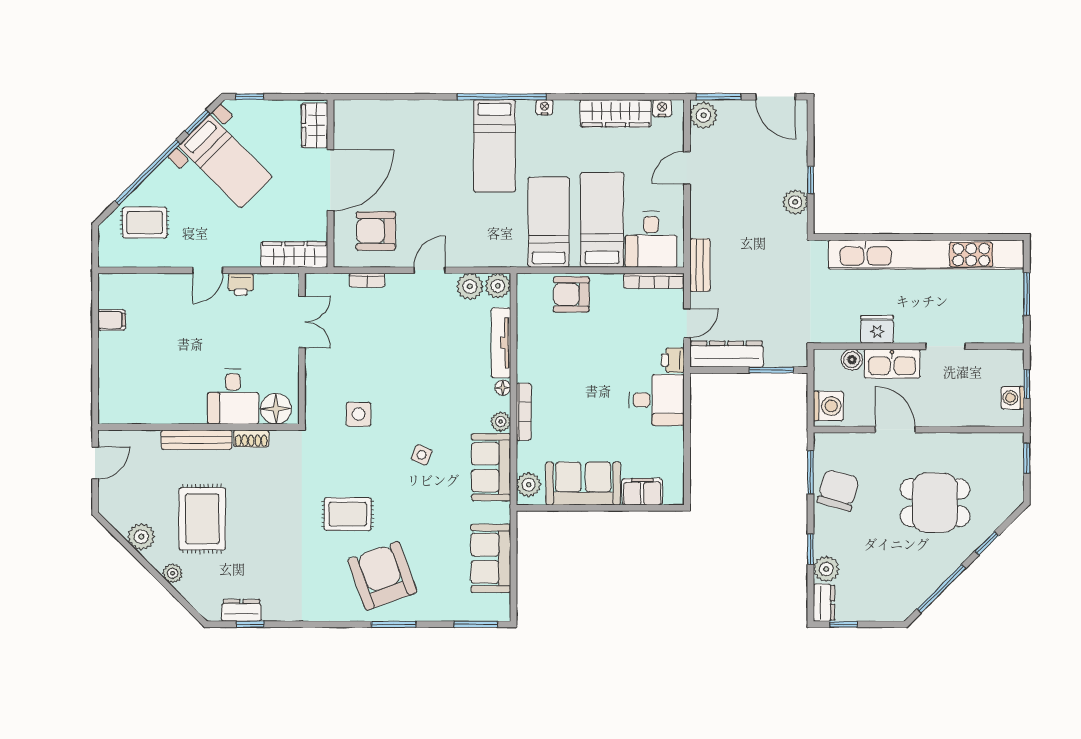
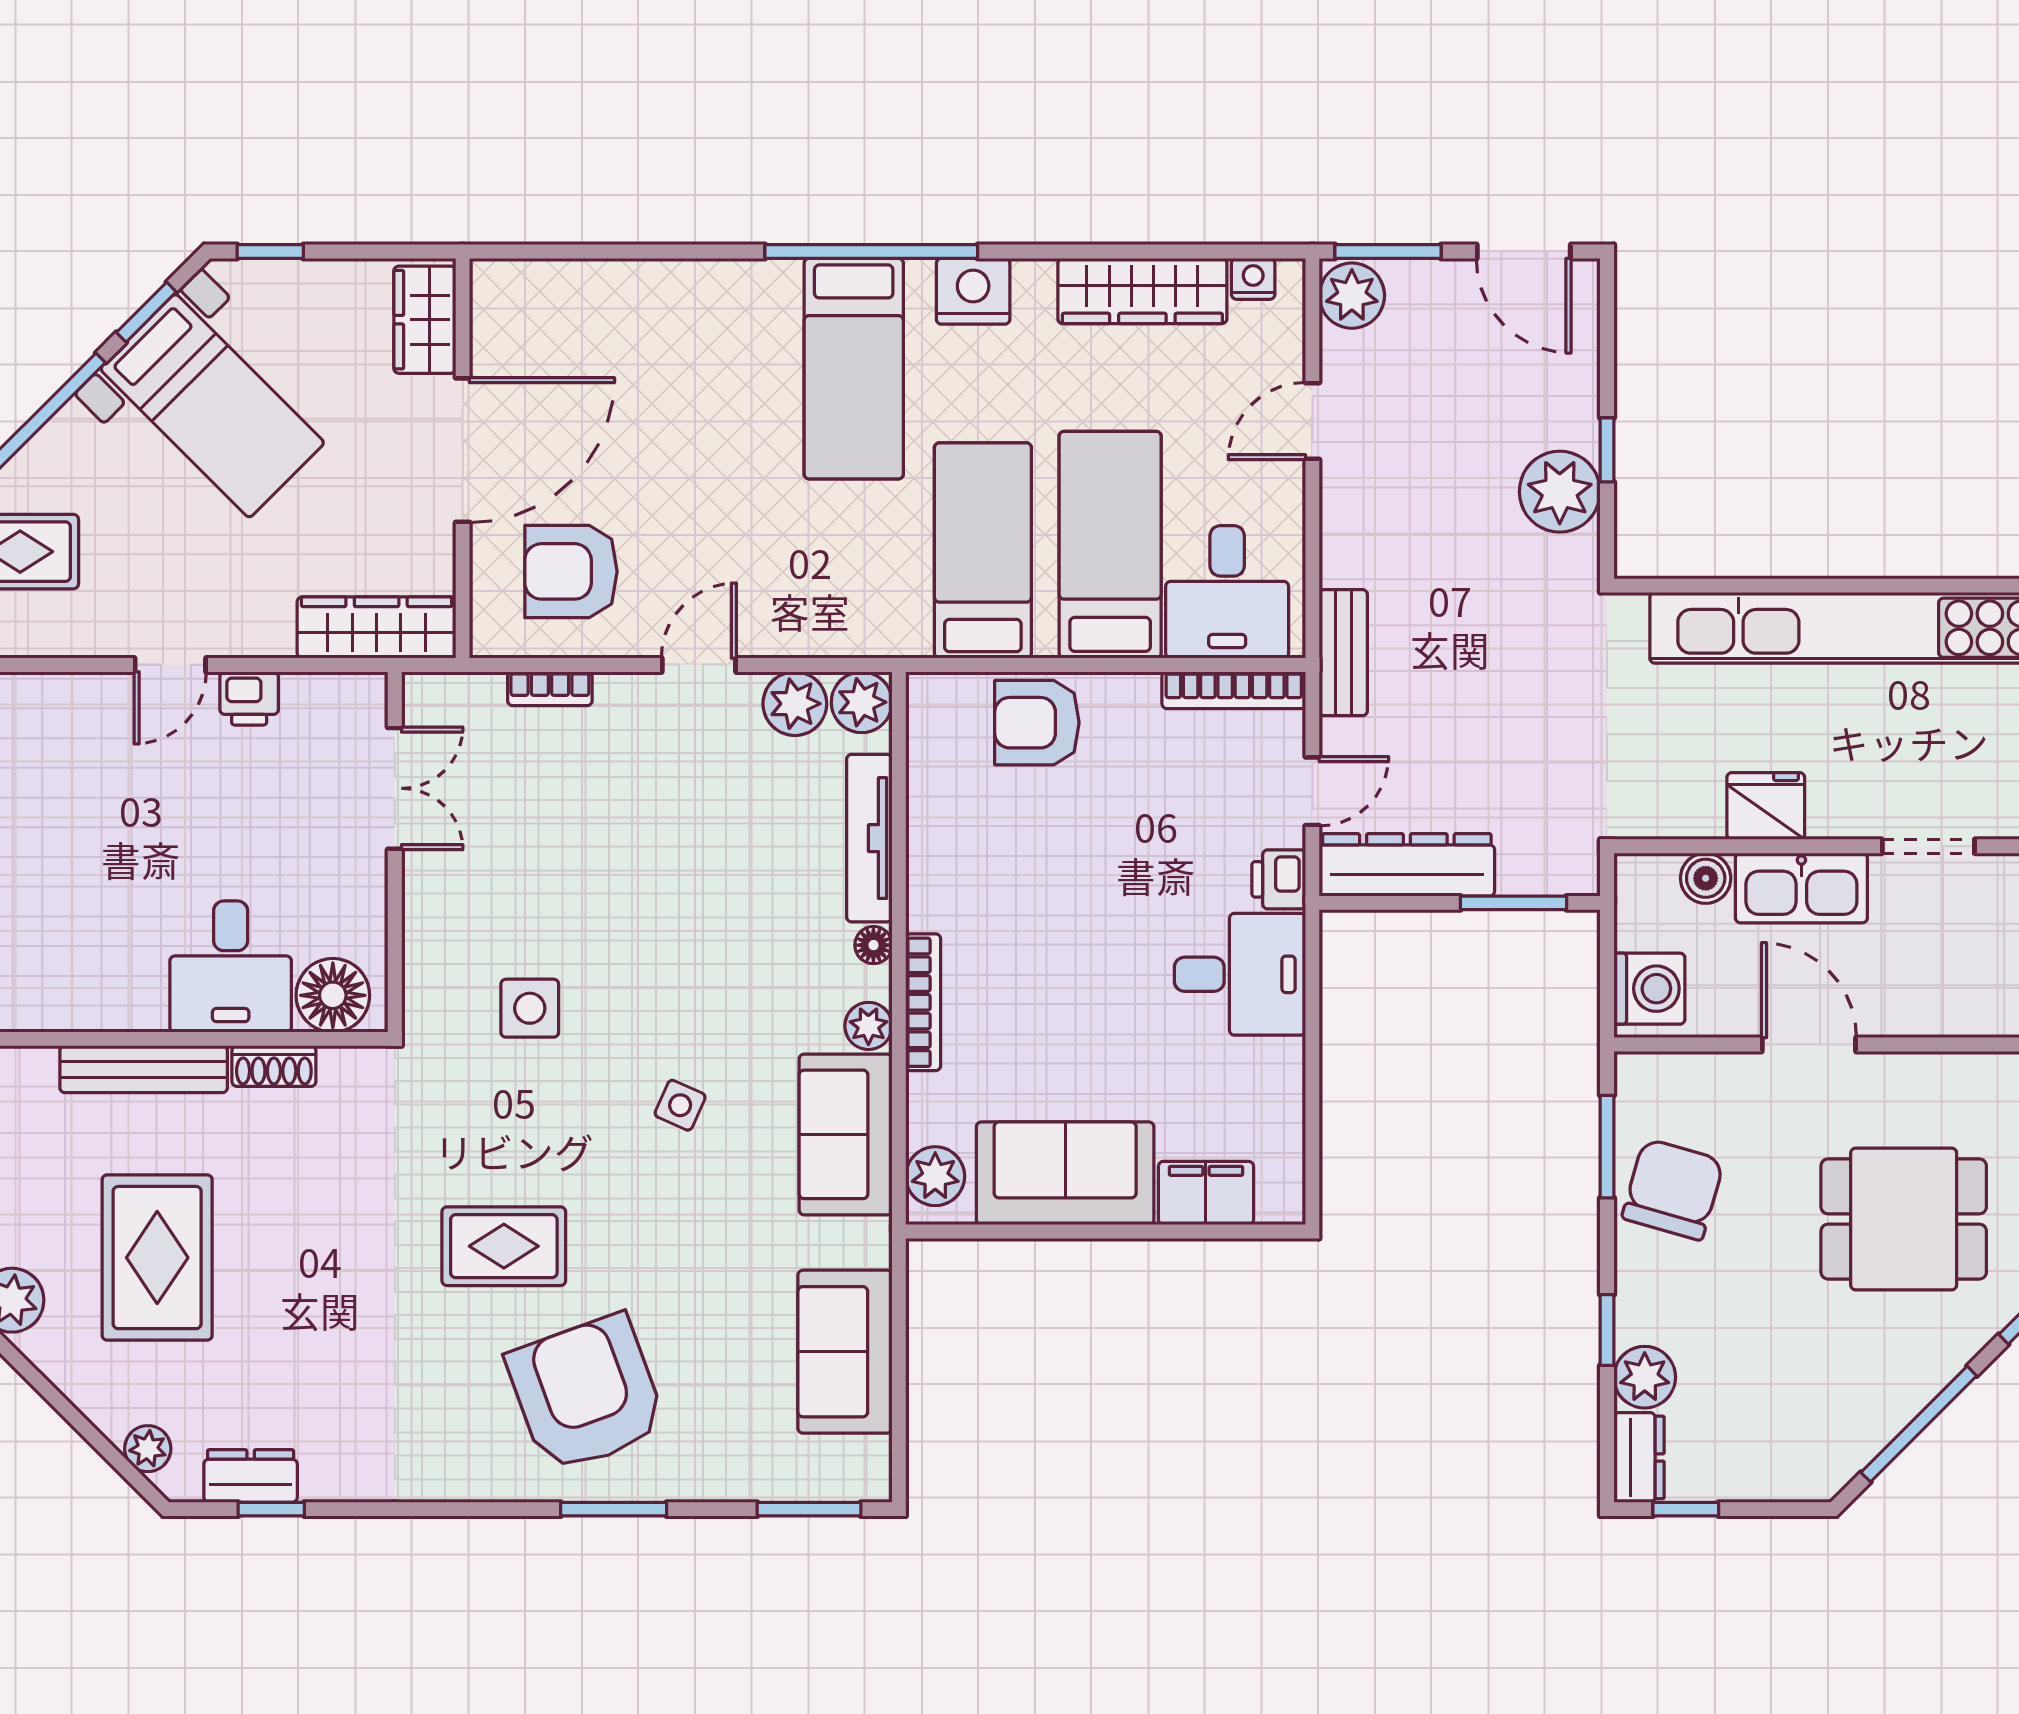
nightstand: (545, 107) -> (973, 291), width x1.89, depth x1.79
plant: (795, 202) -> (1560, 492), width x1.36, depth x1.36
plant: (173, 573) -> (148, 1449), moved

